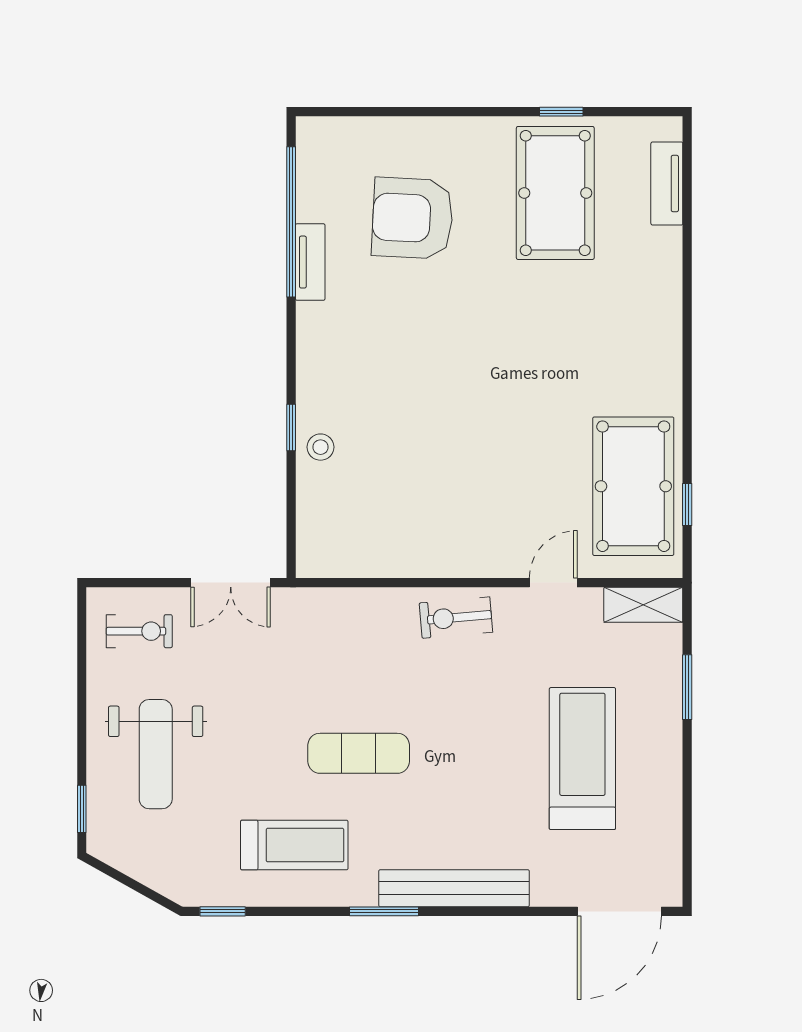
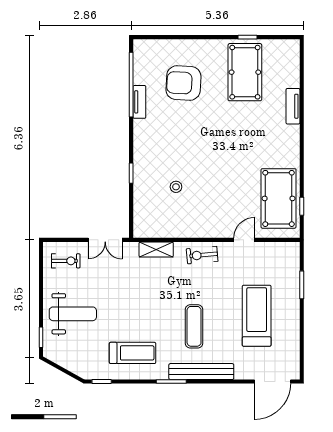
tv unit: (667, 183) -> (293, 106), moved
stool: (320, 447) -> (176, 187), moved
shelving: (643, 605) -> (156, 249), moved
exercise mat: (359, 753) -> (194, 326), moved, turned 90
weight bench: (156, 754) -> (73, 314), turned -90

